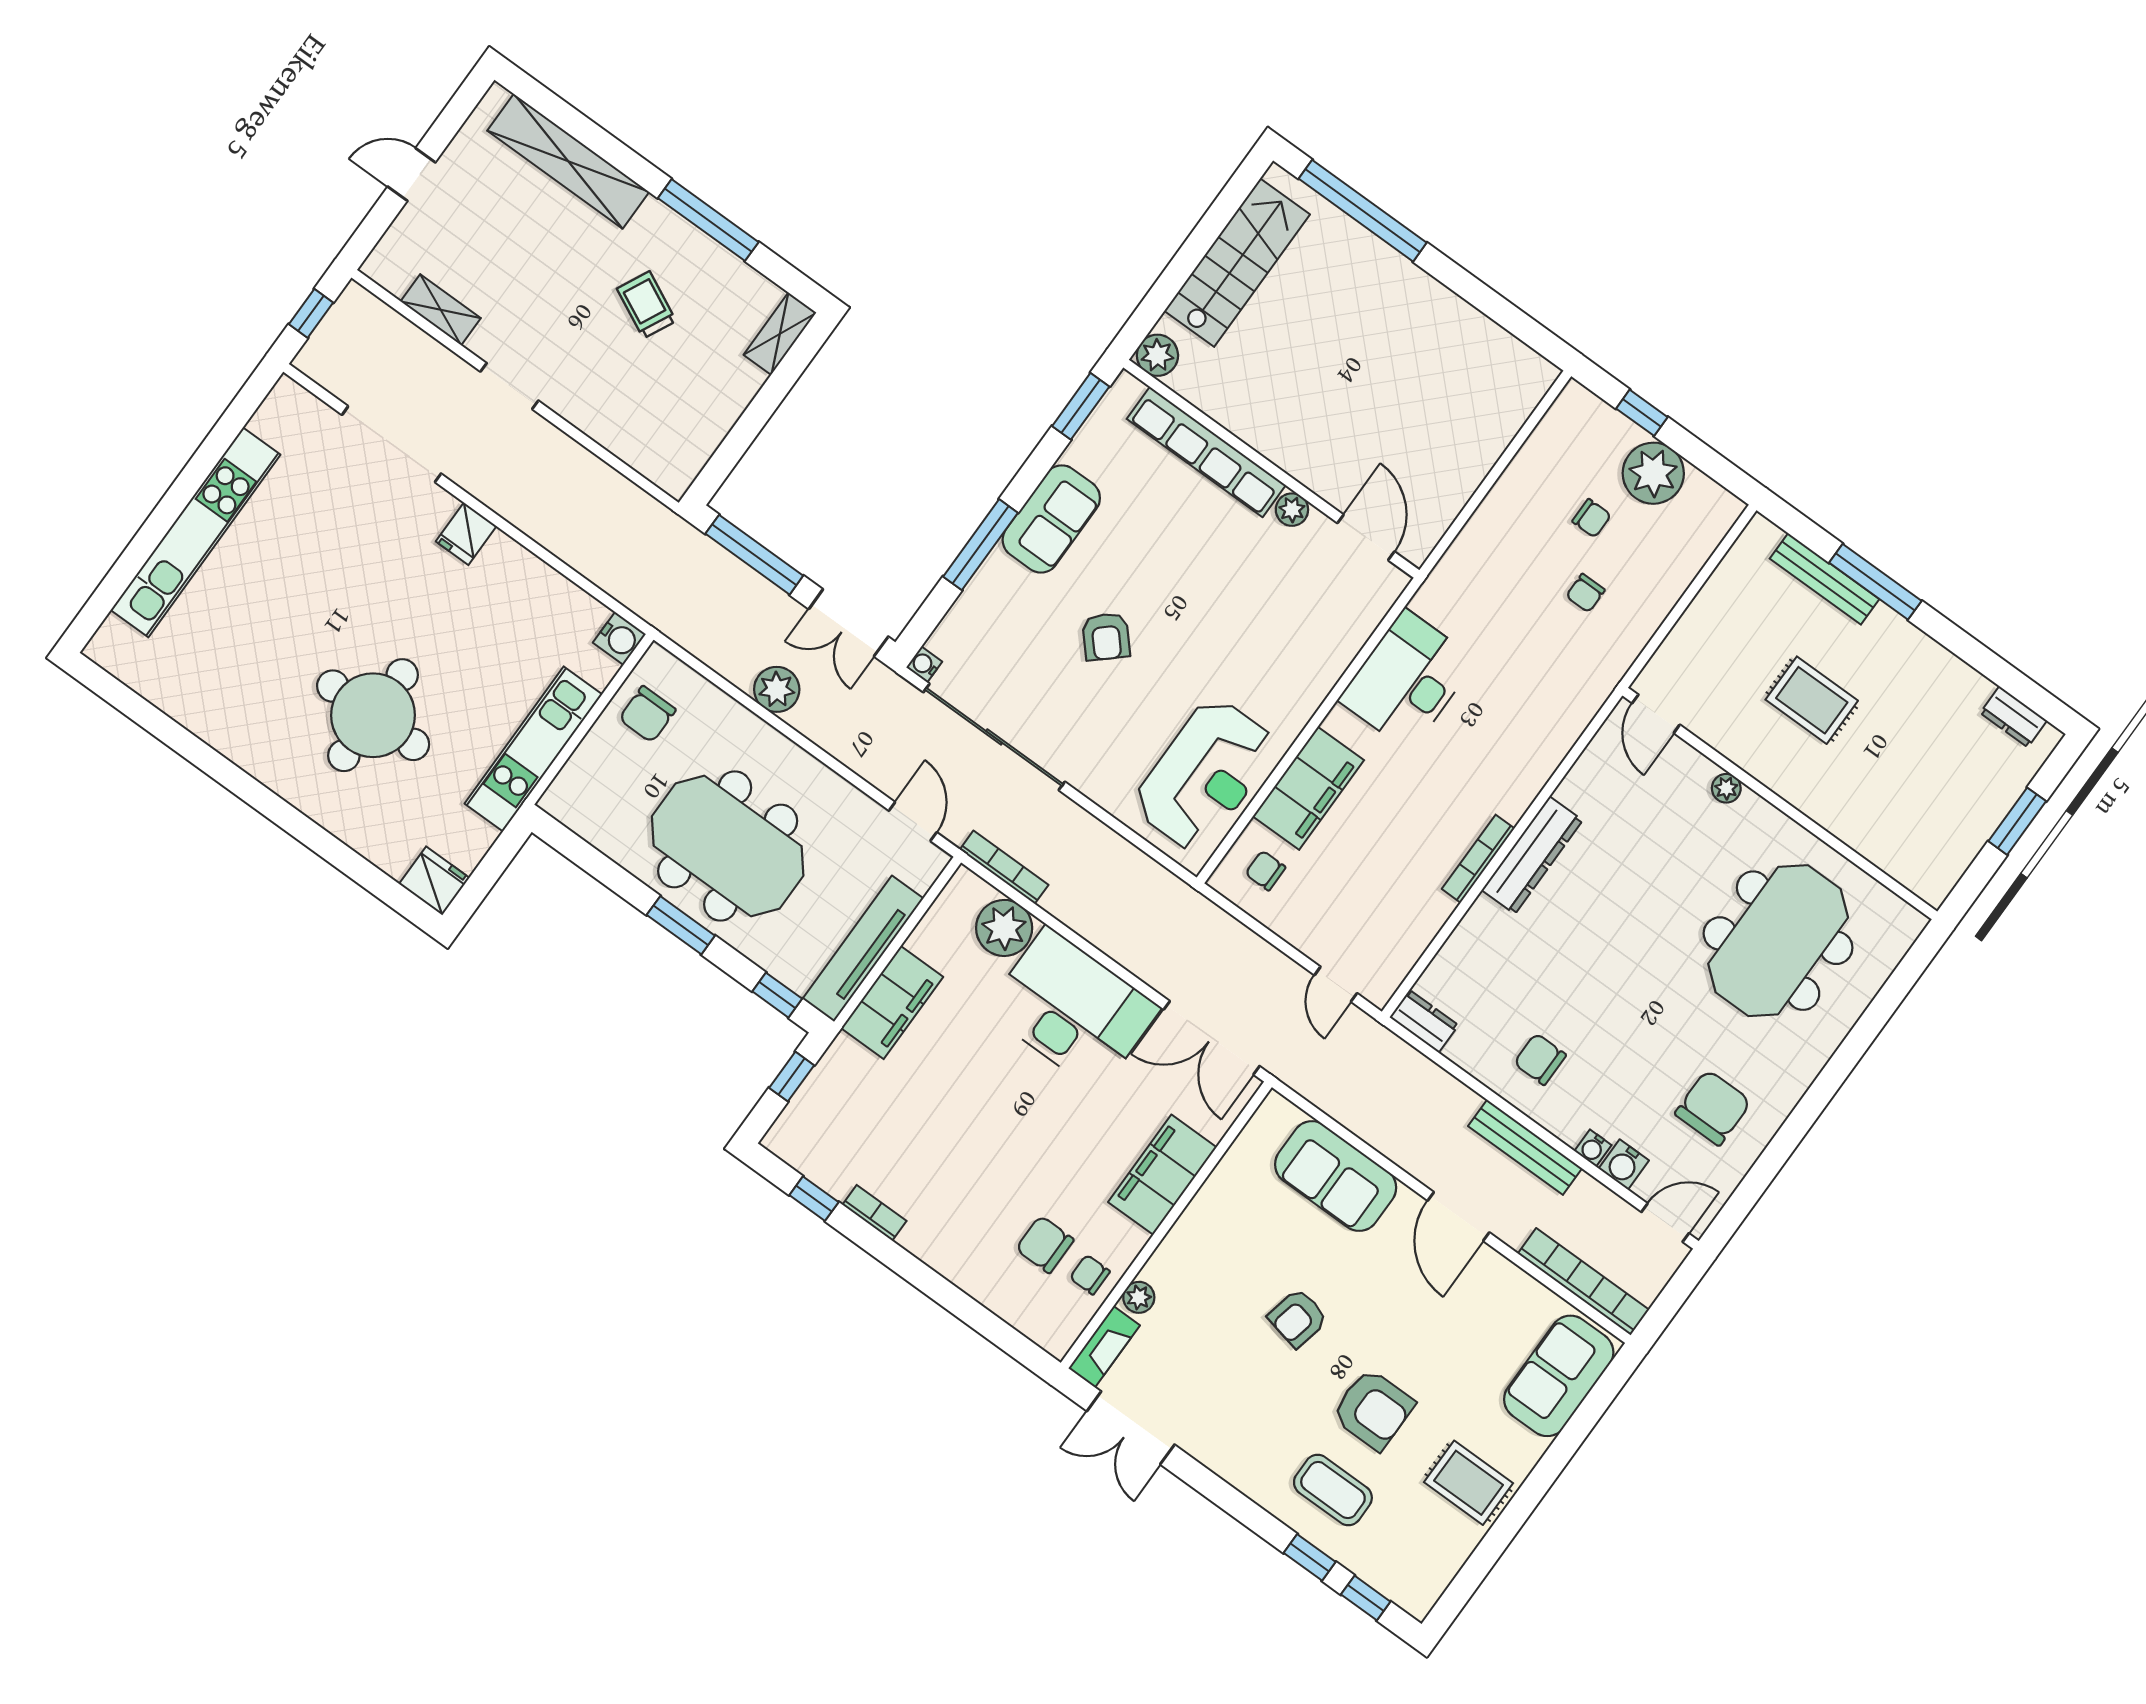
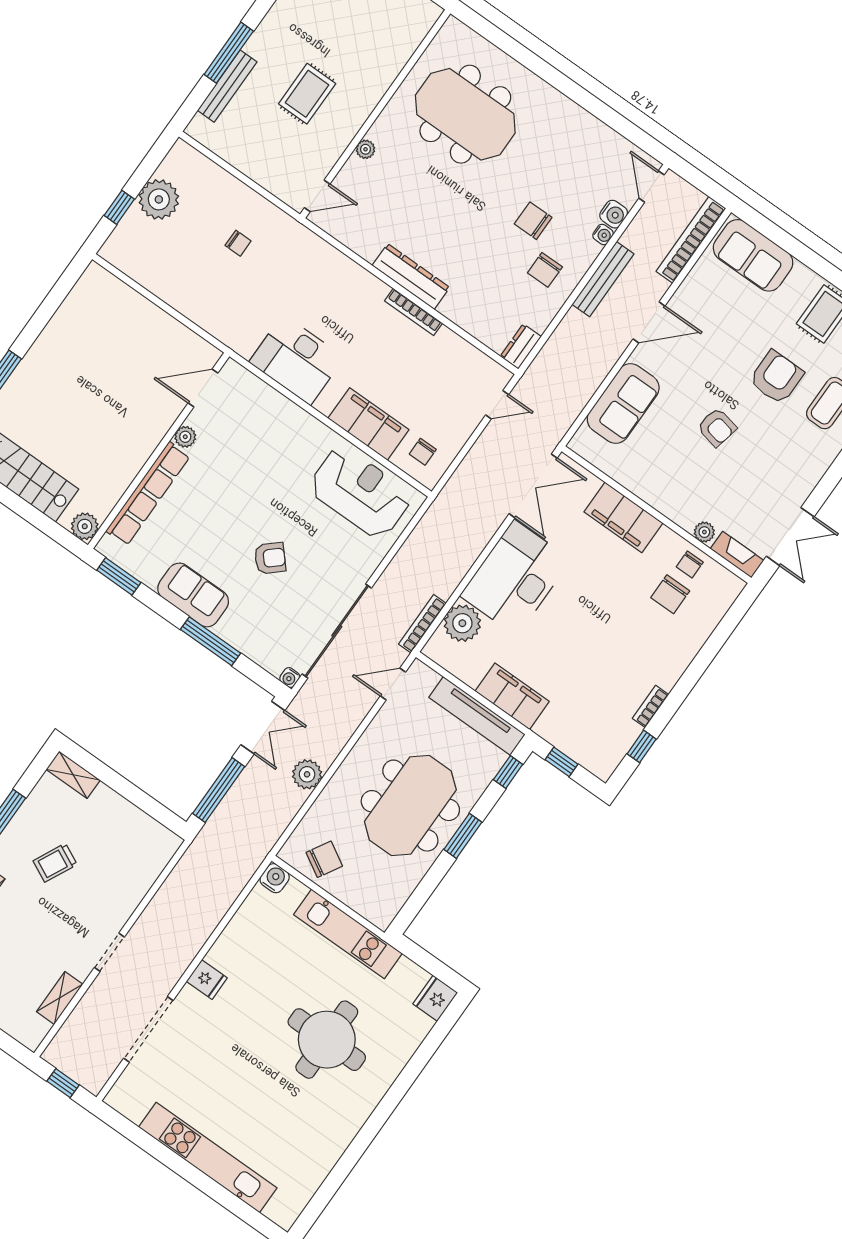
chair: (1592, 518) -> (189, 240), removed
chair: (647, 714) -> (324, 859), turned -60
chair: (1713, 1108) -> (533, 221), moved, width x0.73, depth x0.73

